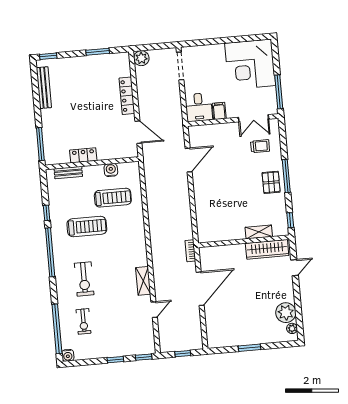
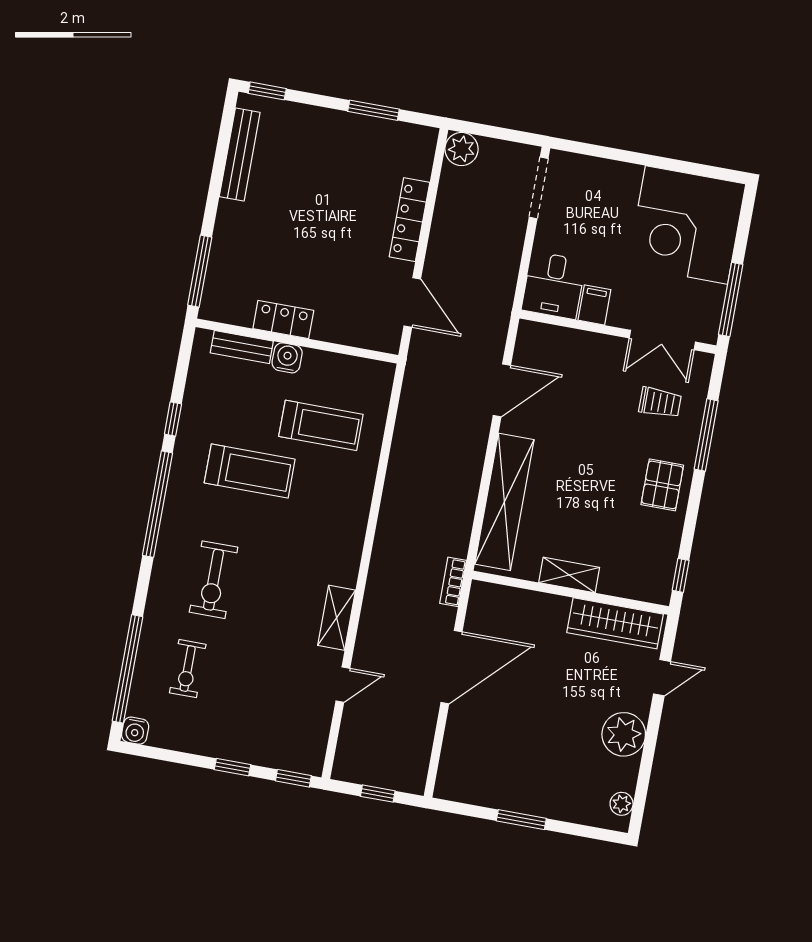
water cooler: (111, 170) -> (287, 358), moved
window: (286, 176) -> (706, 435), moved
shelving: (203, 209) -> (504, 502), added
shelving: (259, 232) -> (569, 575), moved
plant: (286, 313) -> (624, 734), moved

